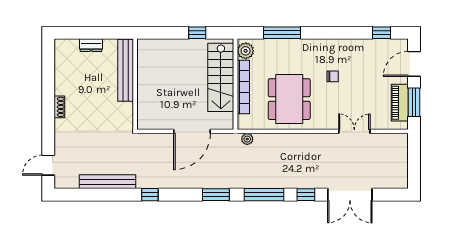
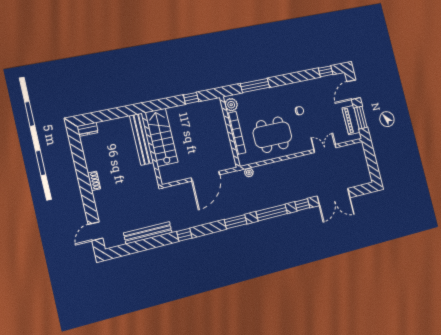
dresser: (91, 45) -> (88, 129), moved
stairs: (221, 77) -> (161, 137), moved, turned 180
dining table: (289, 99) -> (272, 135), turned 90

